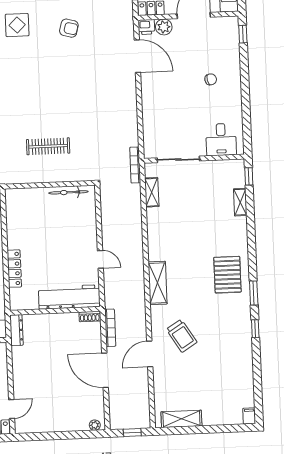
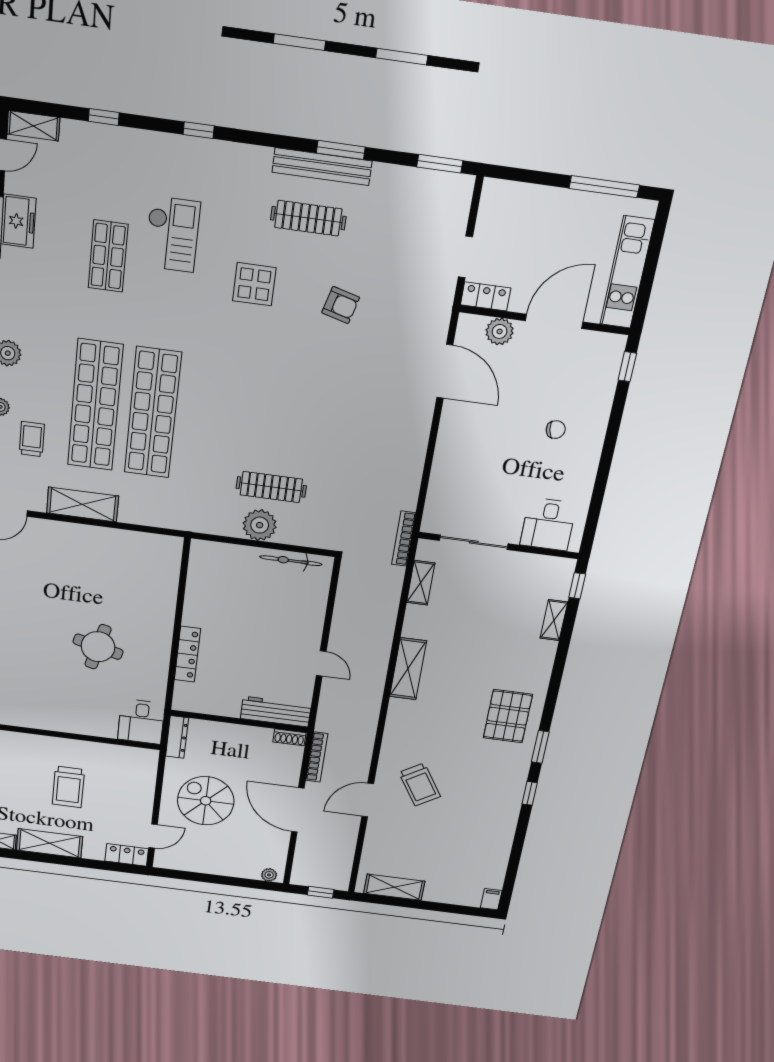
printer: (146, 27) -> (471, 326), removed
plant: (45, 172) -> (260, 525), added
shelving: (158, 283) -> (408, 669), moved
workbench: (69, 297) -> (276, 712), width x0.73, depth x0.76
spiral stairs: (43, 375) -> (206, 801), added

